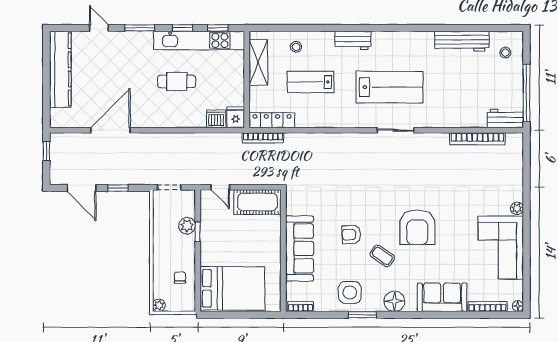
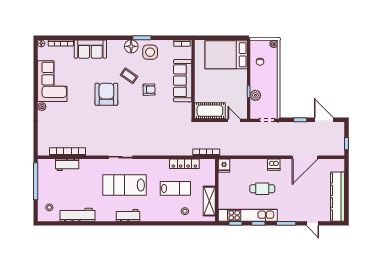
workbench: (353, 40) -> (128, 215), moved
dishwasher: (216, 119) -> (274, 165), moved
workbench: (505, 119) -> (67, 165), moved
locker: (272, 120) -> (184, 164), moved
floor lamp: (394, 301) -> (131, 46), moved

